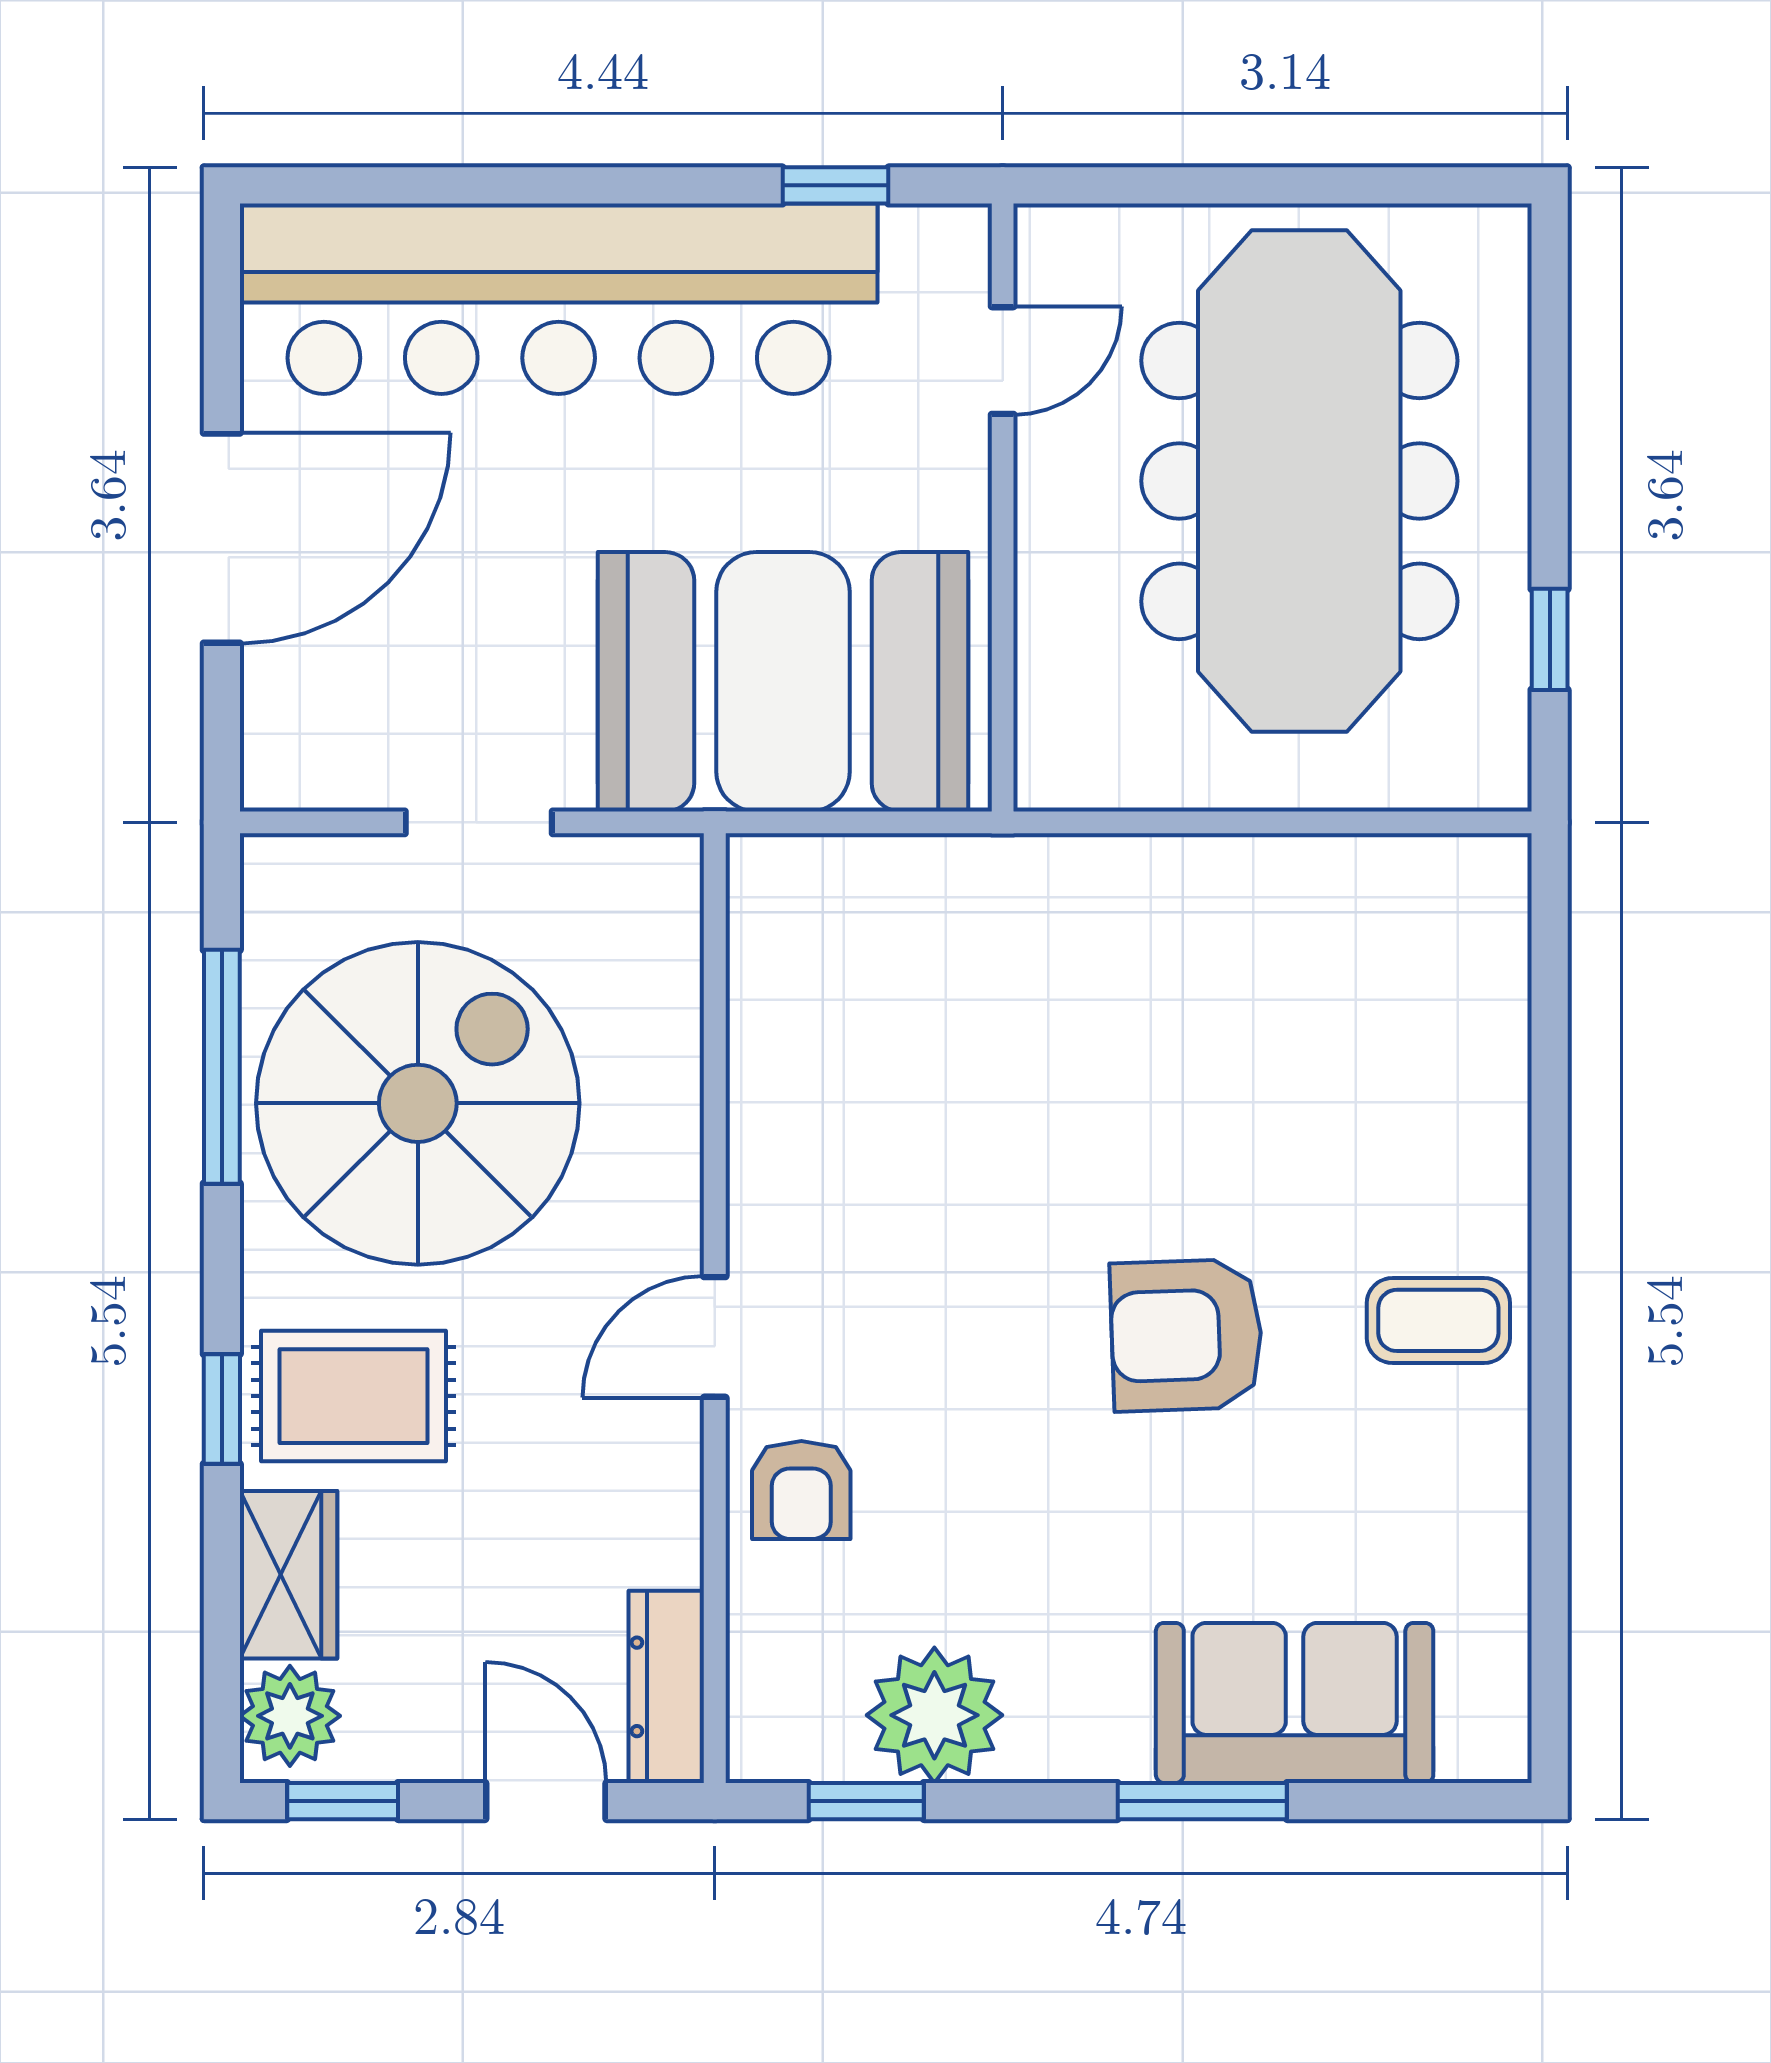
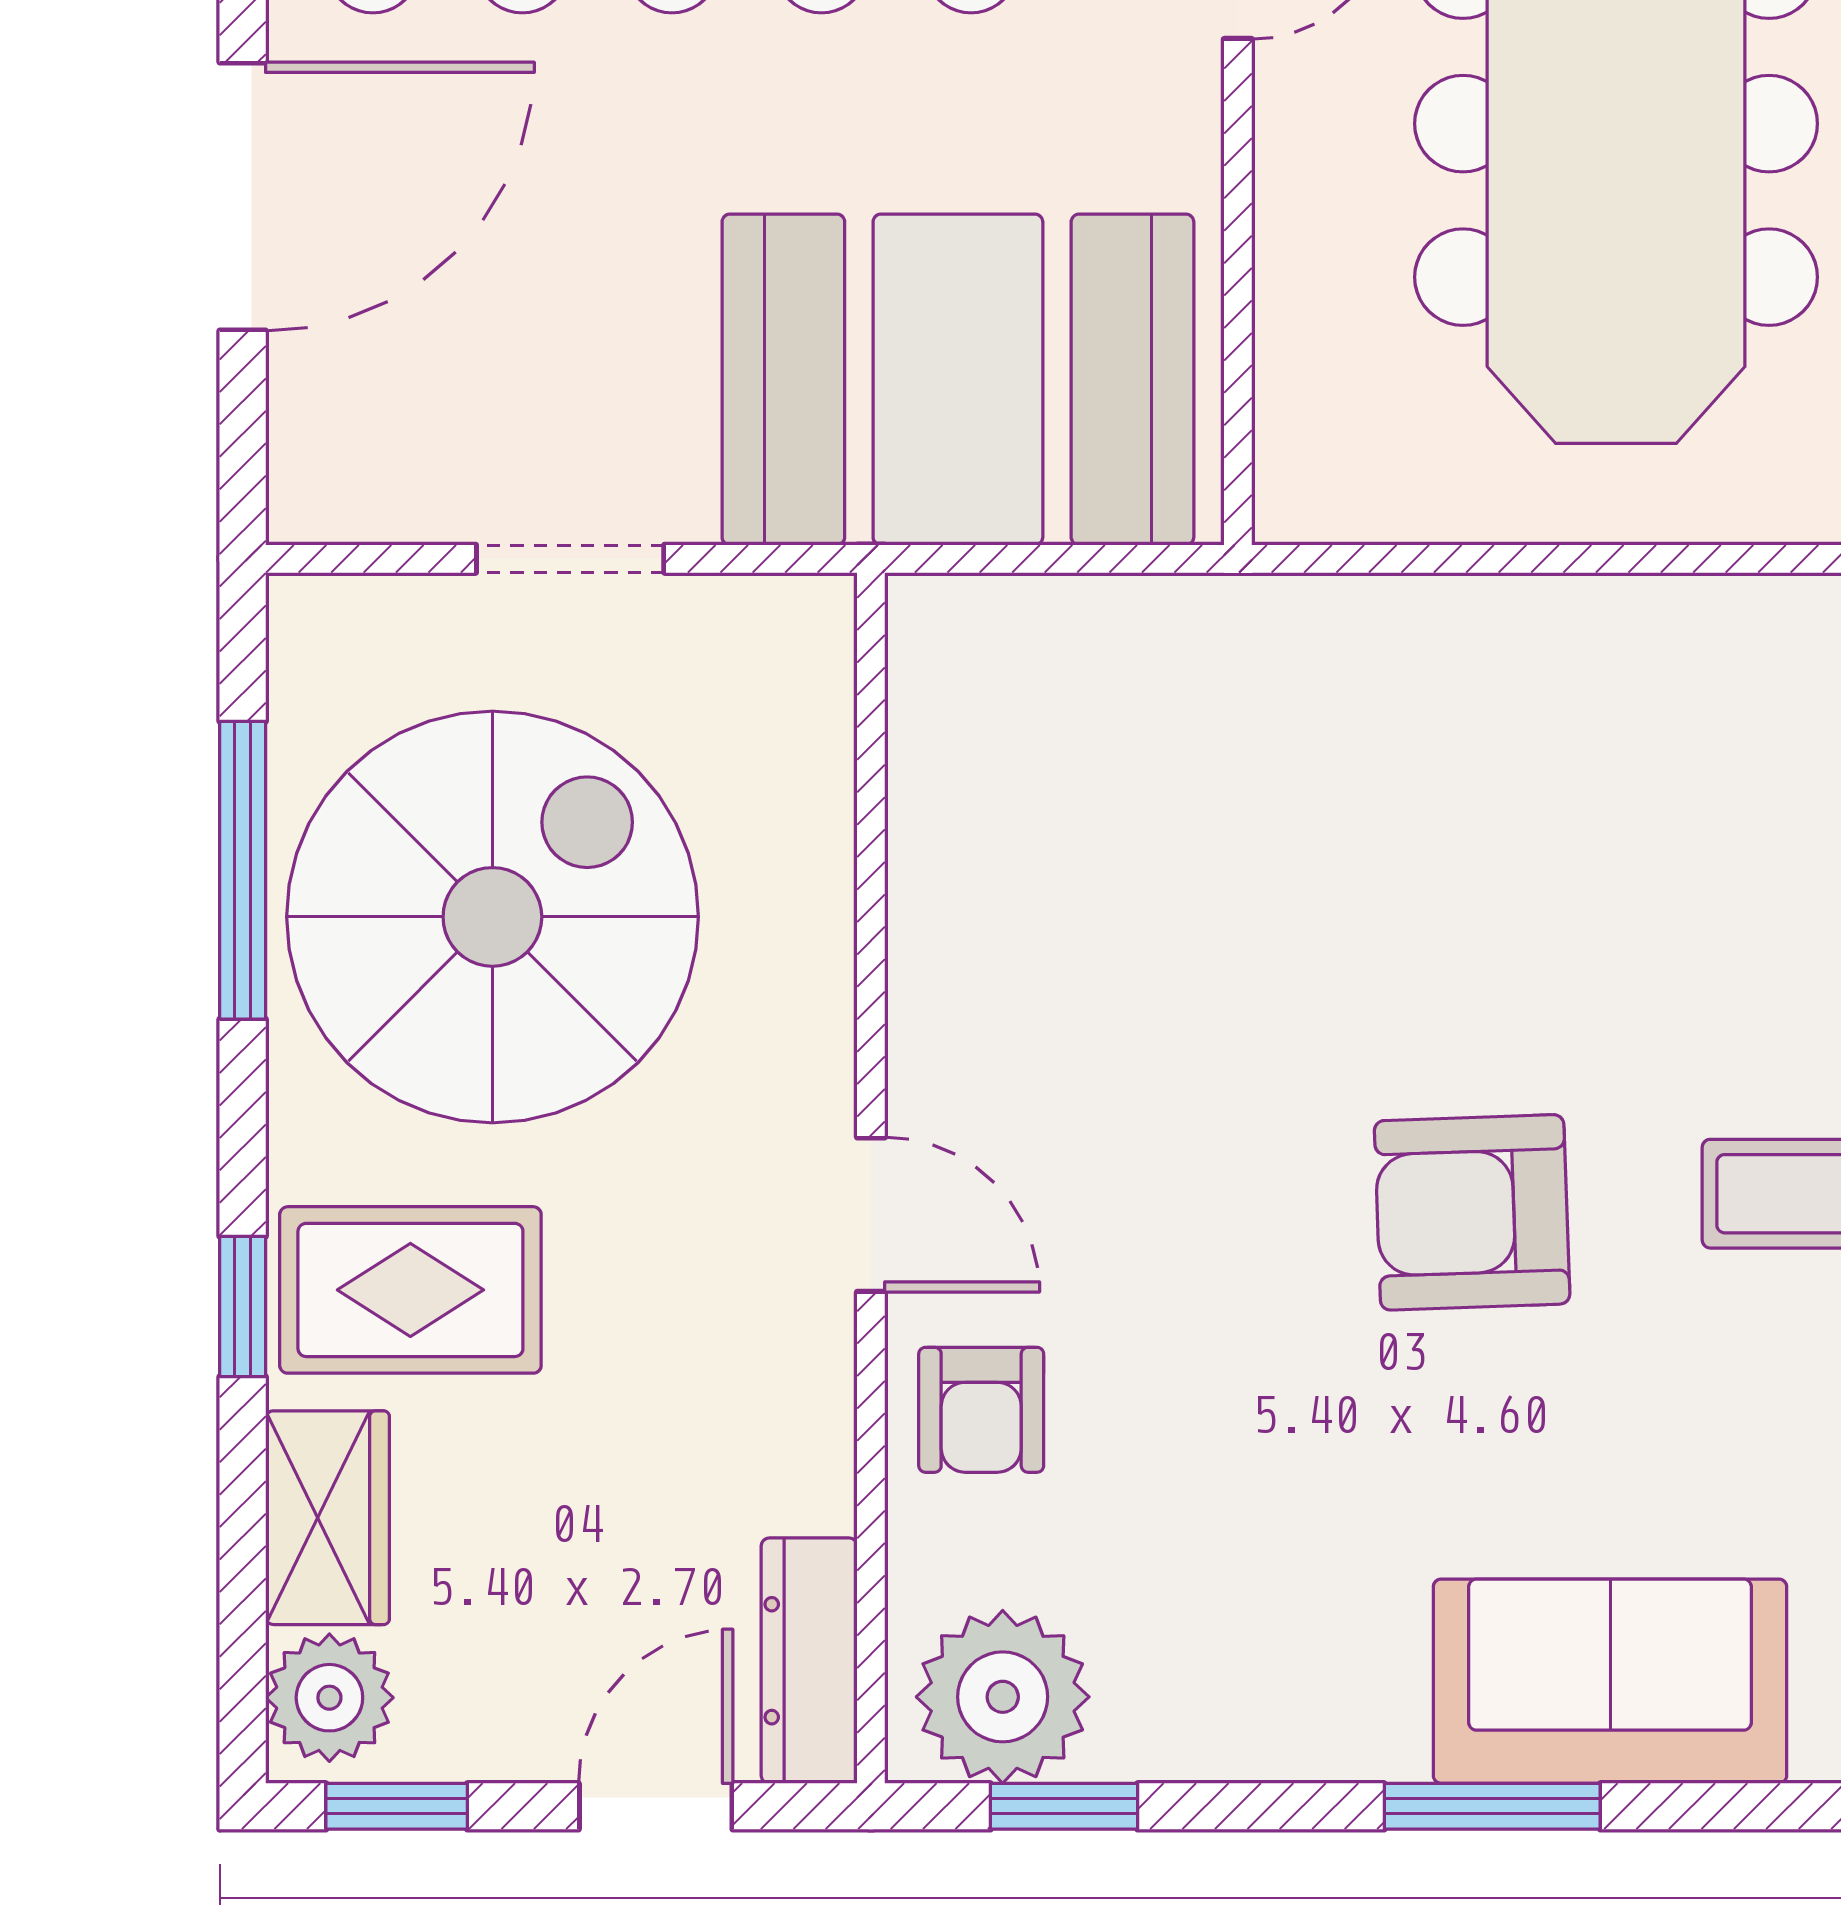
door: (715, 1337) -> (871, 1215), swing flipped
plant: (934, 1715) -> (1003, 1697), moved
door: (546, 1801) -> (656, 1806), hinge flipped

